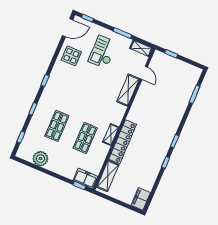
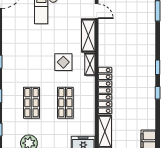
display table: (71, 56) -> (63, 62), moved
shelving: (111, 135) -> (90, 64), moved

